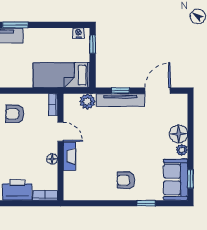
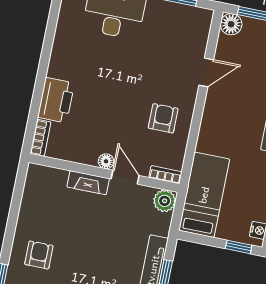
plant: (87, 101) -> (165, 201), moved
door: (60, 132) -> (125, 177), swing flipped
floor lamp: (52, 159) -> (106, 161), moved

